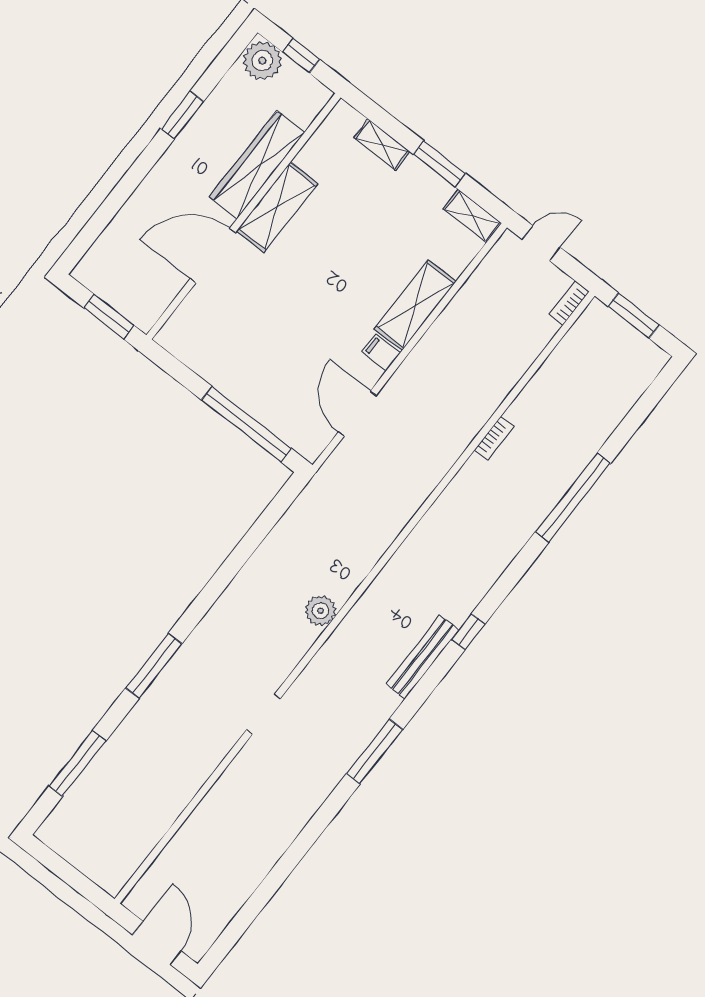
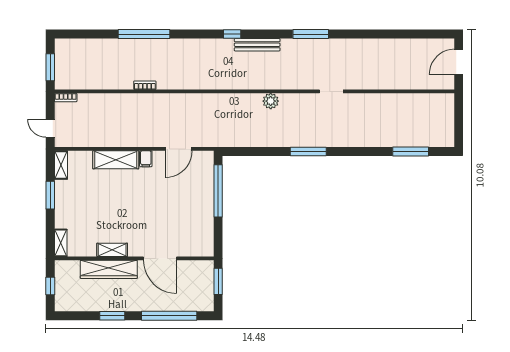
plant: (262, 61) -> (65, 300), removed
shelving: (382, 145) -> (61, 243), moved
window: (115, 201) -> (169, 316), added
shelving: (277, 207) -> (112, 250), width x0.67, depth x0.75
window: (154, 666) -> (308, 152), moved

